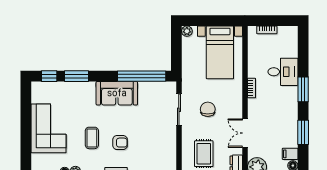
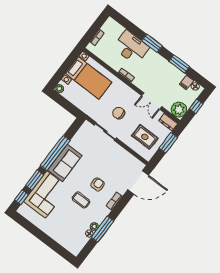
desk: (283, 72) -> (131, 47), width x1.37
window: (142, 76) -> (55, 153), moved
corner sofa: (49, 128) -> (46, 195), moved, turned 90

